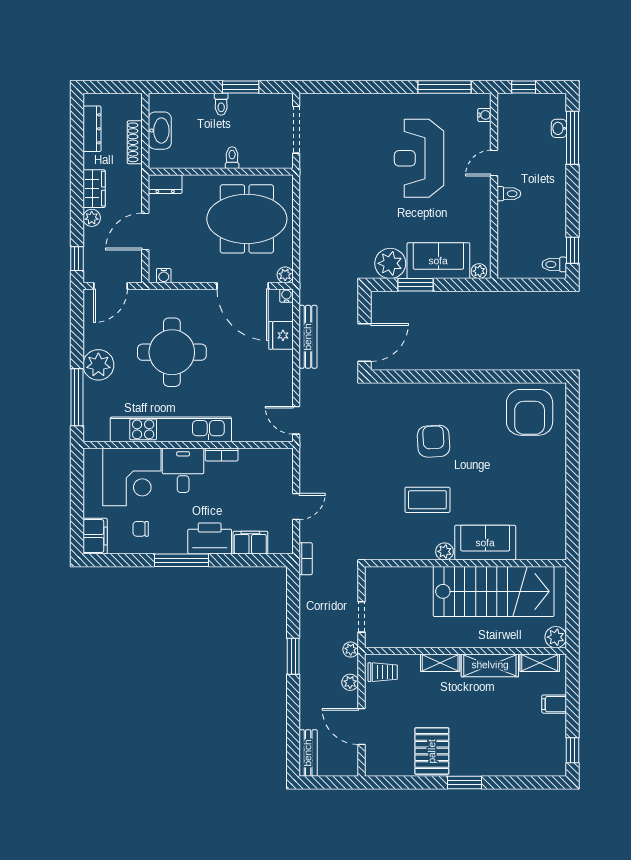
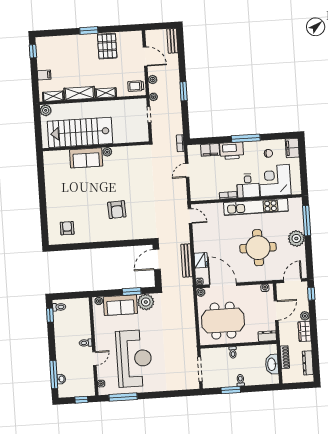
reception desk: (419, 158) -> (134, 358), width x1.36, depth x1.30
armchair: (530, 412) -> (67, 228), width x0.53, depth x0.53
coffee table: (427, 500) -> (118, 179), removed

